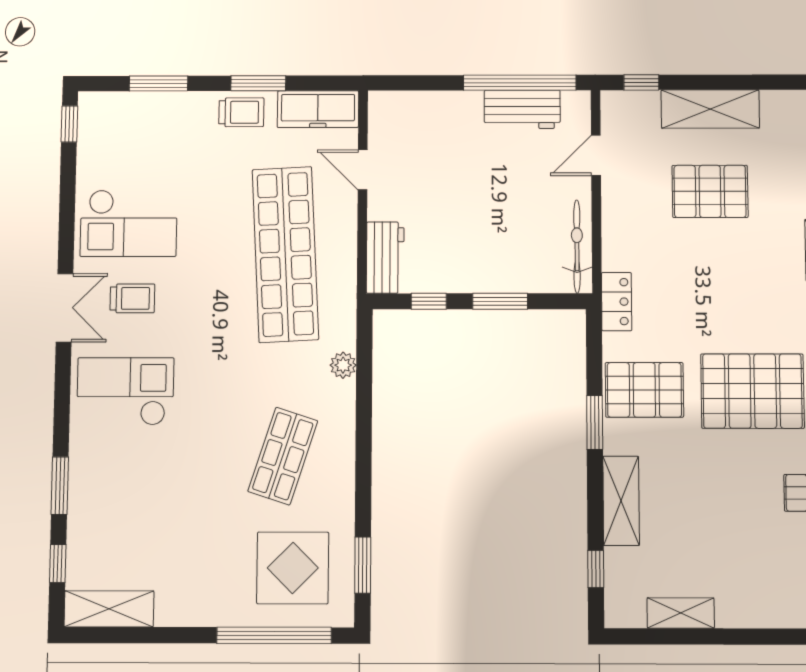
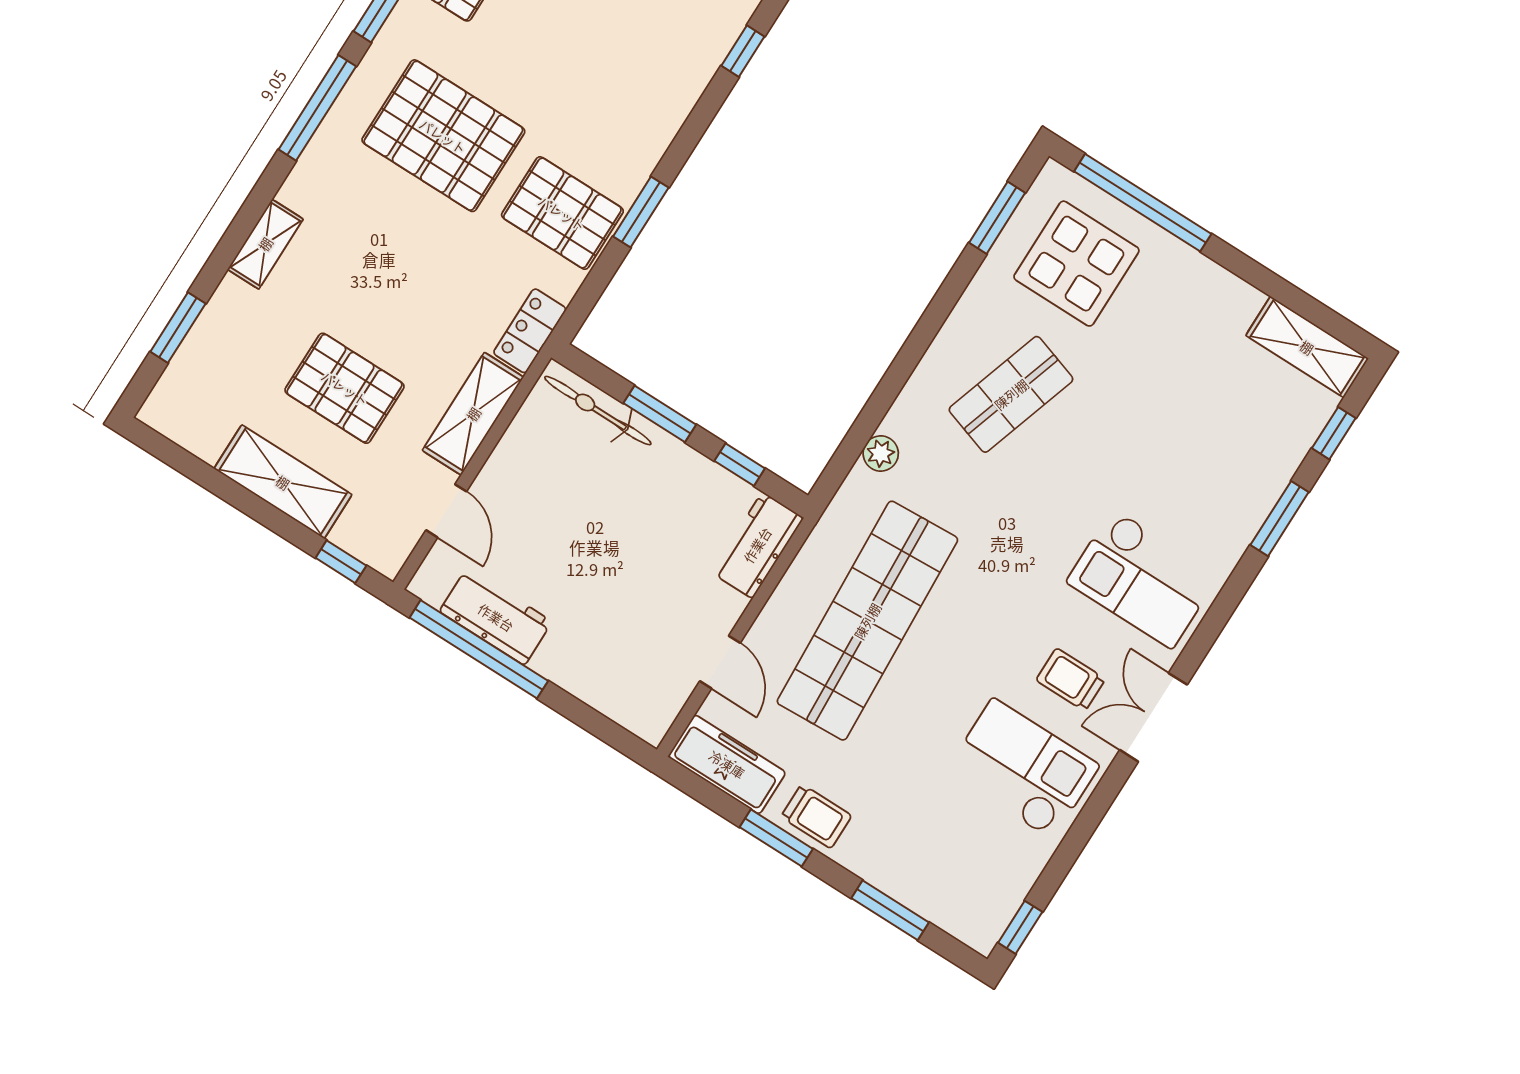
trolley: (241, 112) -> (816, 816), turned 180
door: (596, 155) -> (446, 511), hinge flipped
bicycle: (577, 247) -> (598, 411), moved, turned 90
shelving: (621, 501) -> (473, 414), moved

